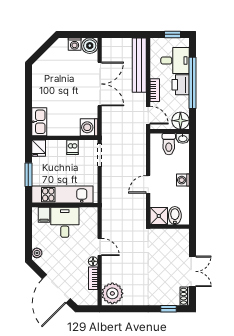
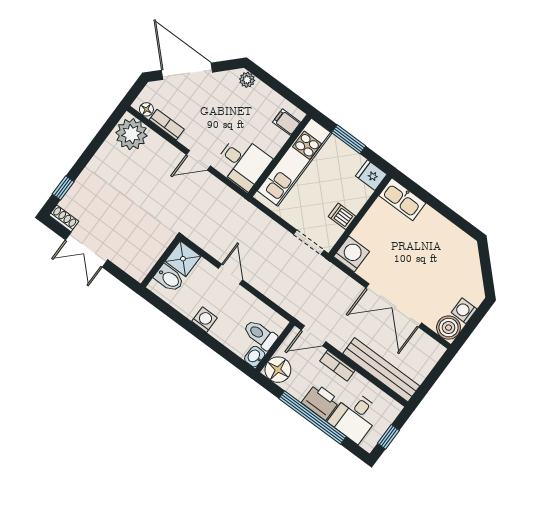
desk: (65, 222) -> (243, 162), moved
floor lamp: (93, 261) -> (146, 109), moved

